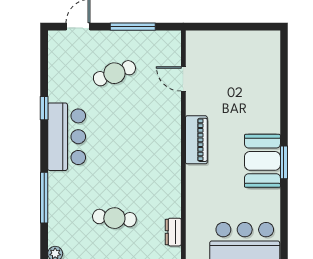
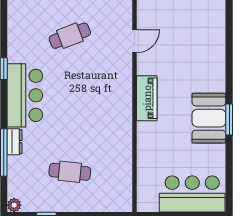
door: (183, 79) -> (135, 41), swing flipped
dresser: (173, 232) -> (15, 142), moved, turned 180

